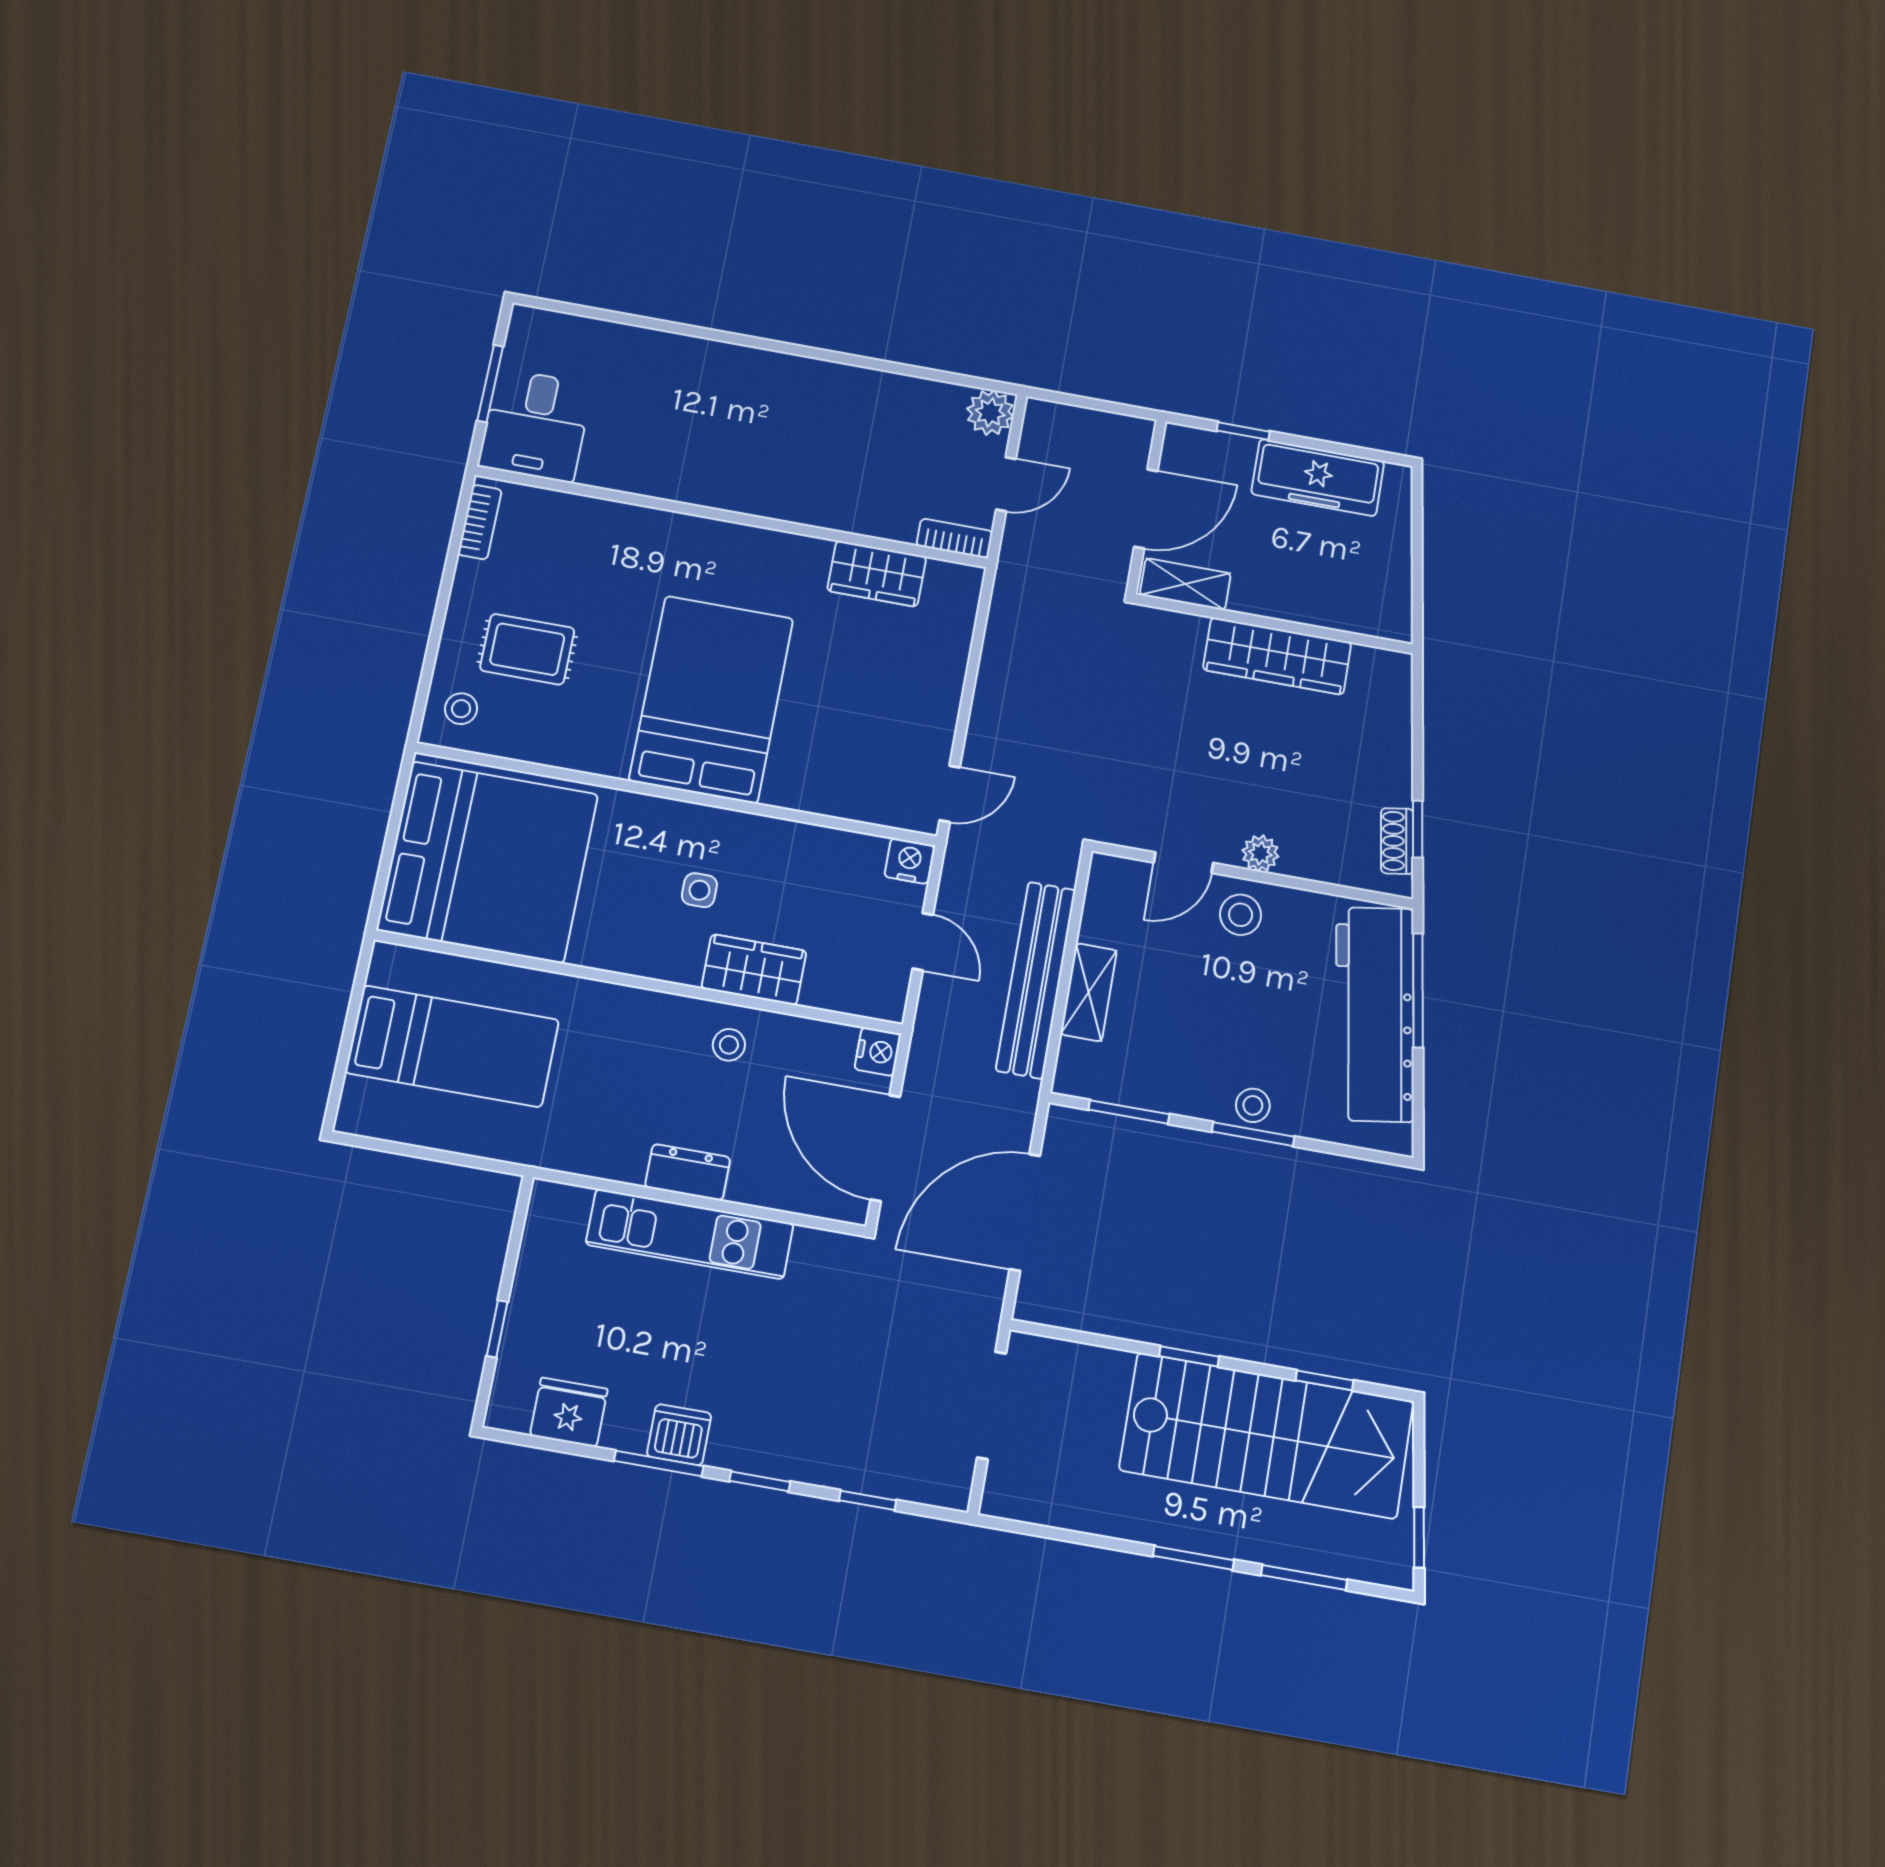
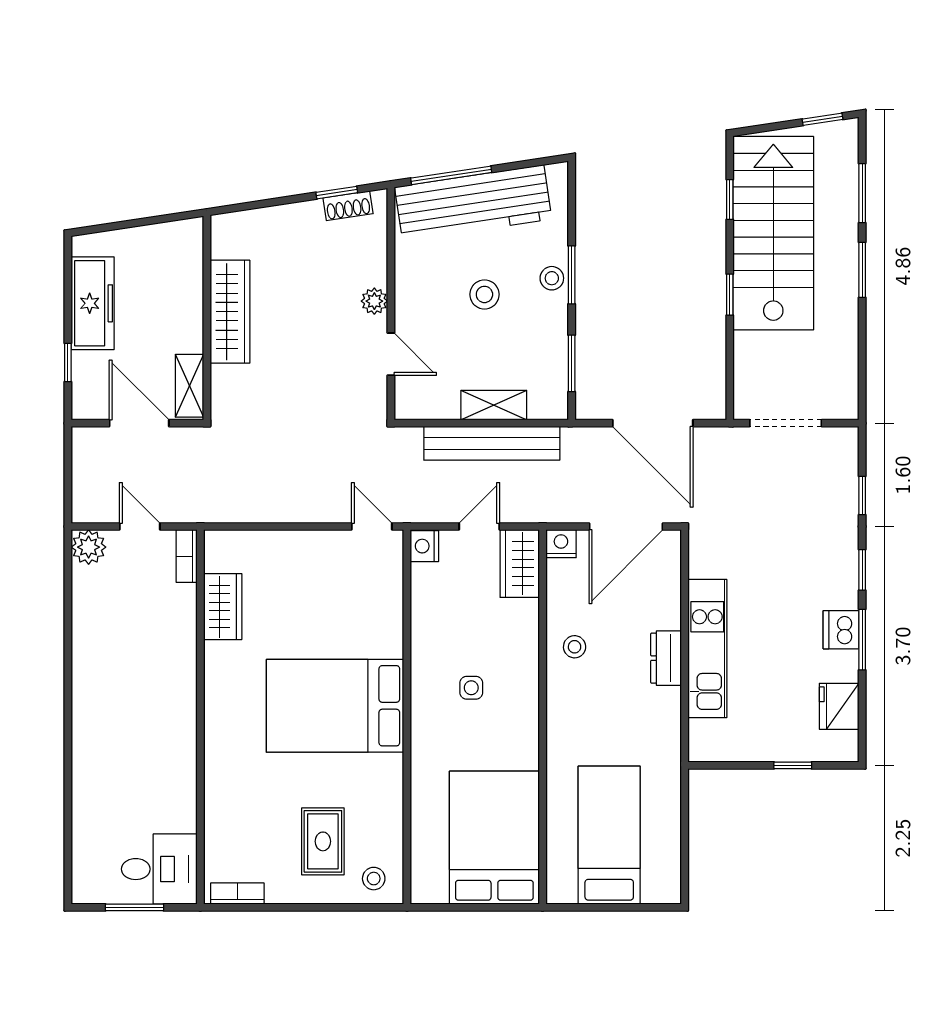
bed: (488, 862) -> (494, 838), width x0.73
stool: (1241, 915) -> (484, 294), moved
wardrobe: (754, 970) -> (520, 564), moved

